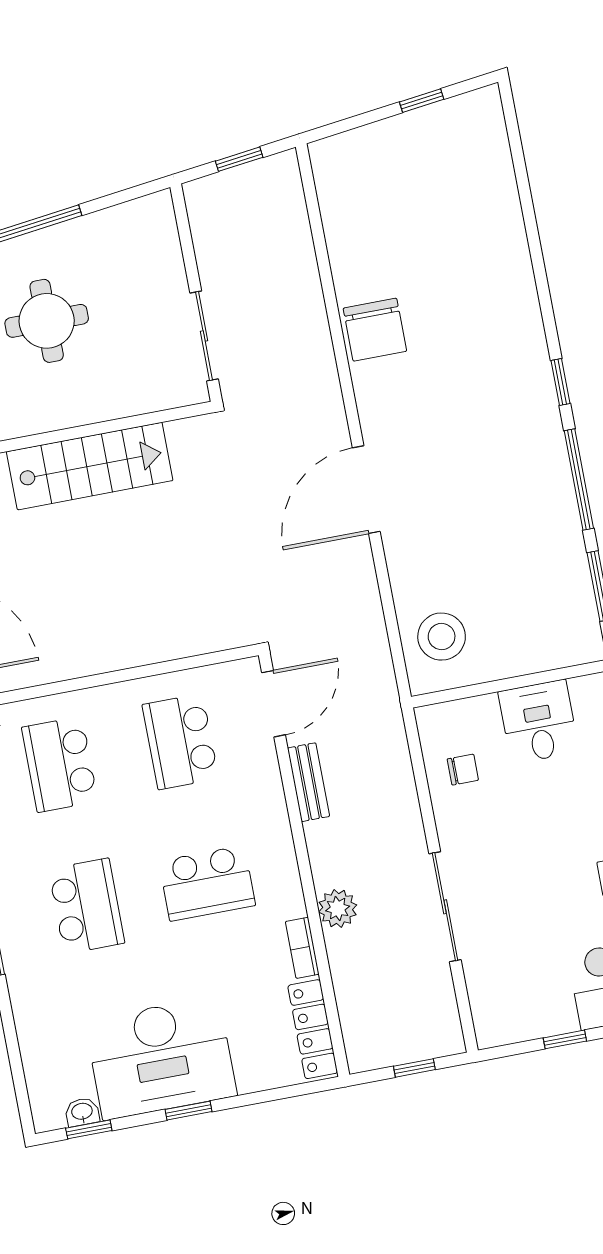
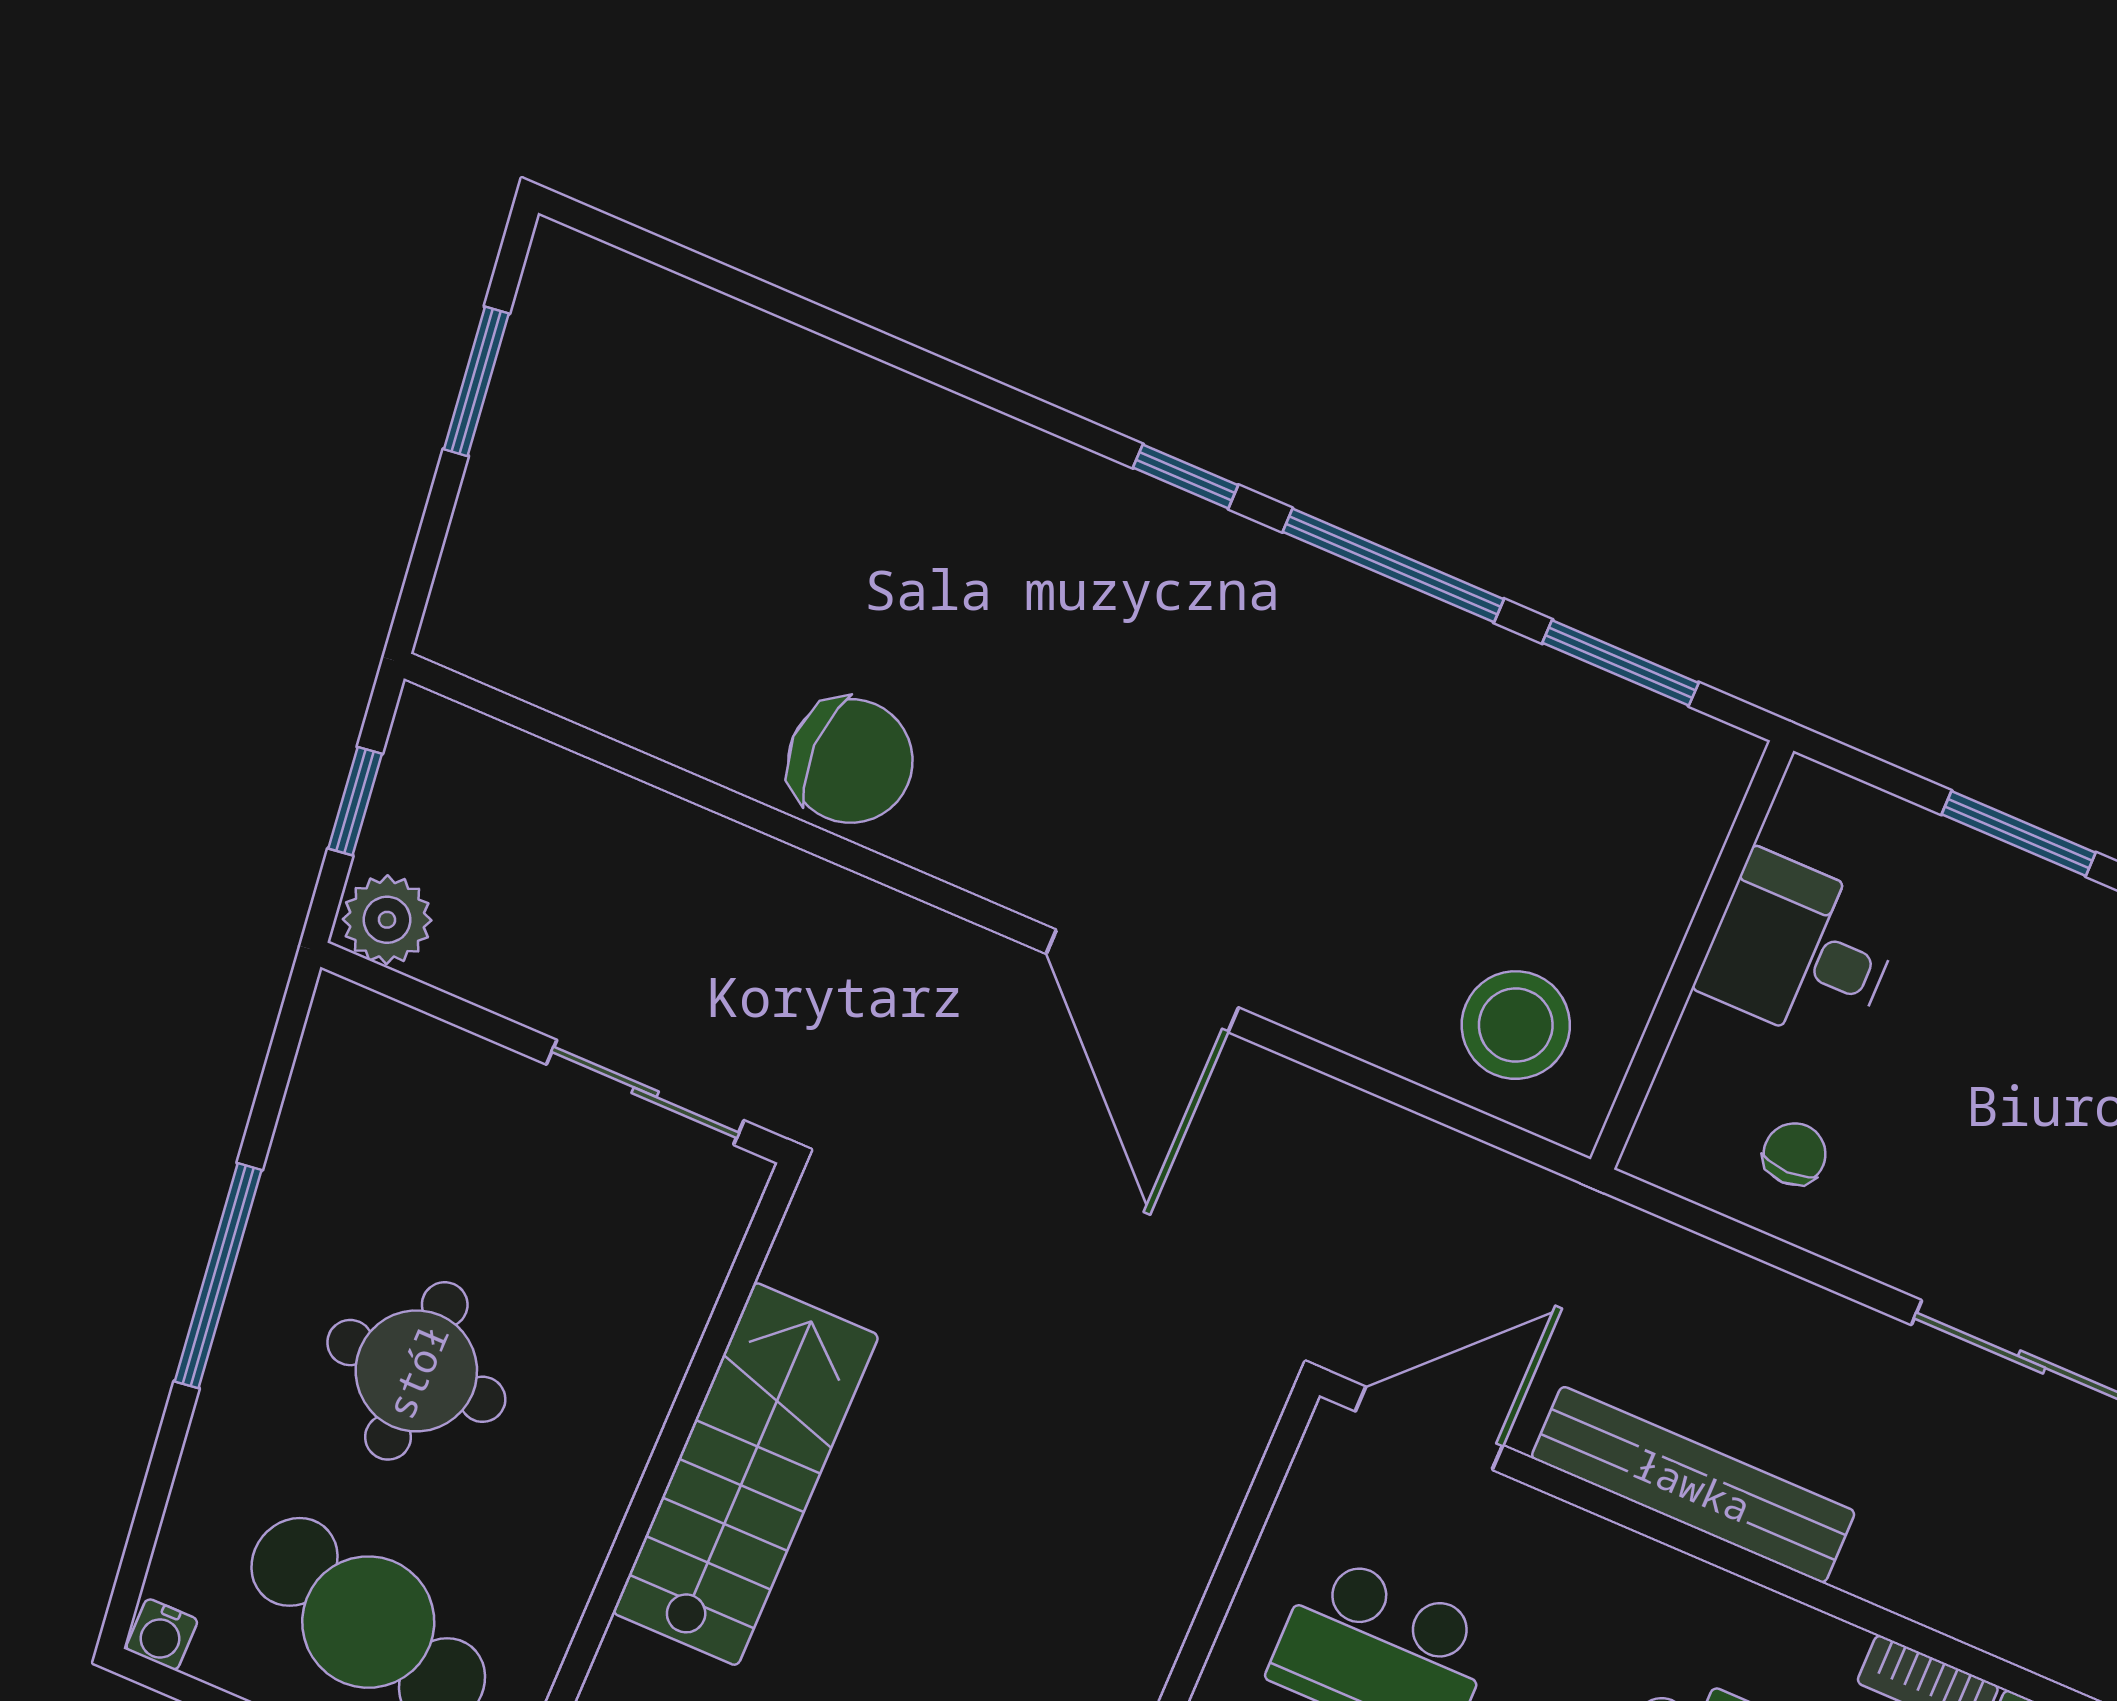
window: (422, 101) -> (476, 381), width x1.50
door: (274, 704) -> (1429, 1428), hinge flipped
bench: (309, 782) -> (1693, 1485), width x1.86, depth x1.21
plant: (338, 908) -> (387, 920), moved

